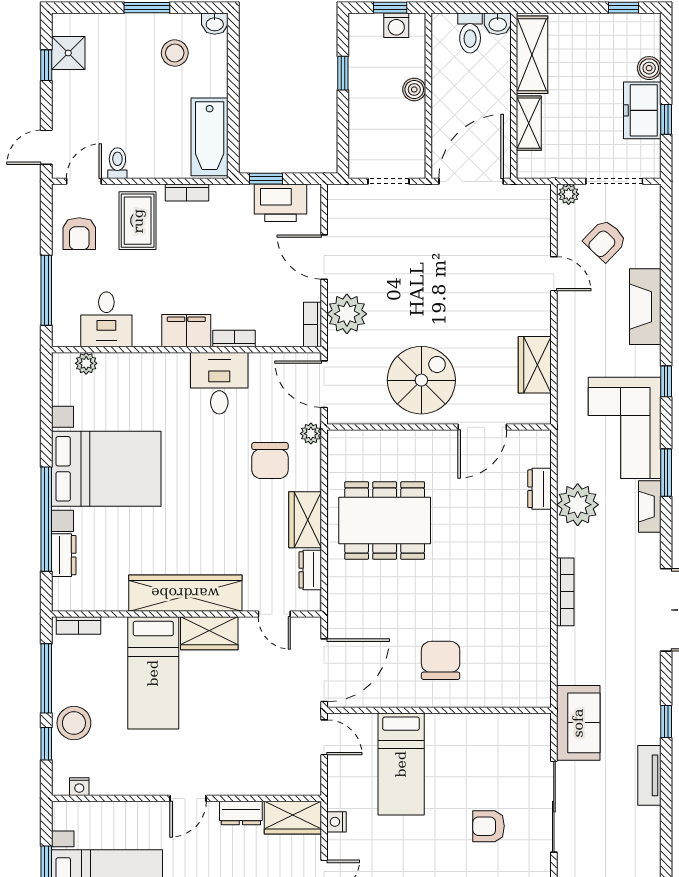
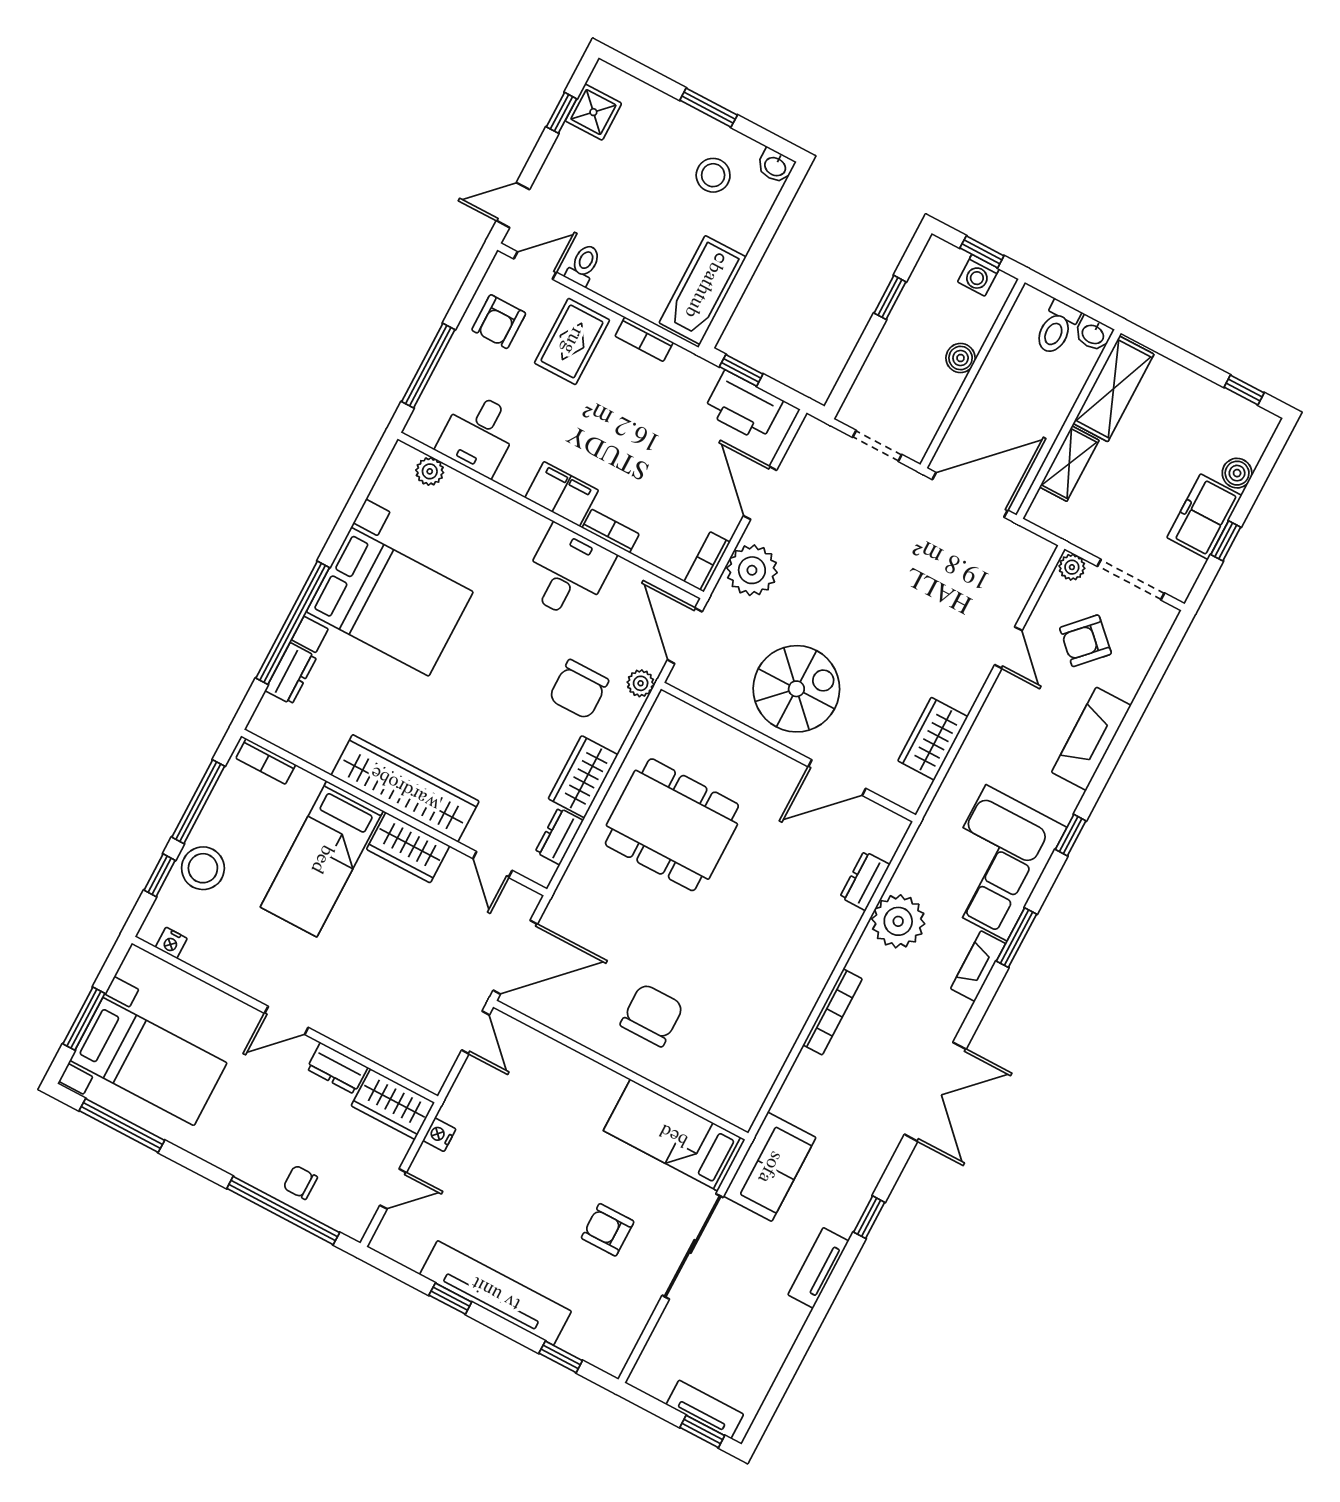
bed: (401, 764) -> (674, 1135), moved, turned 90

